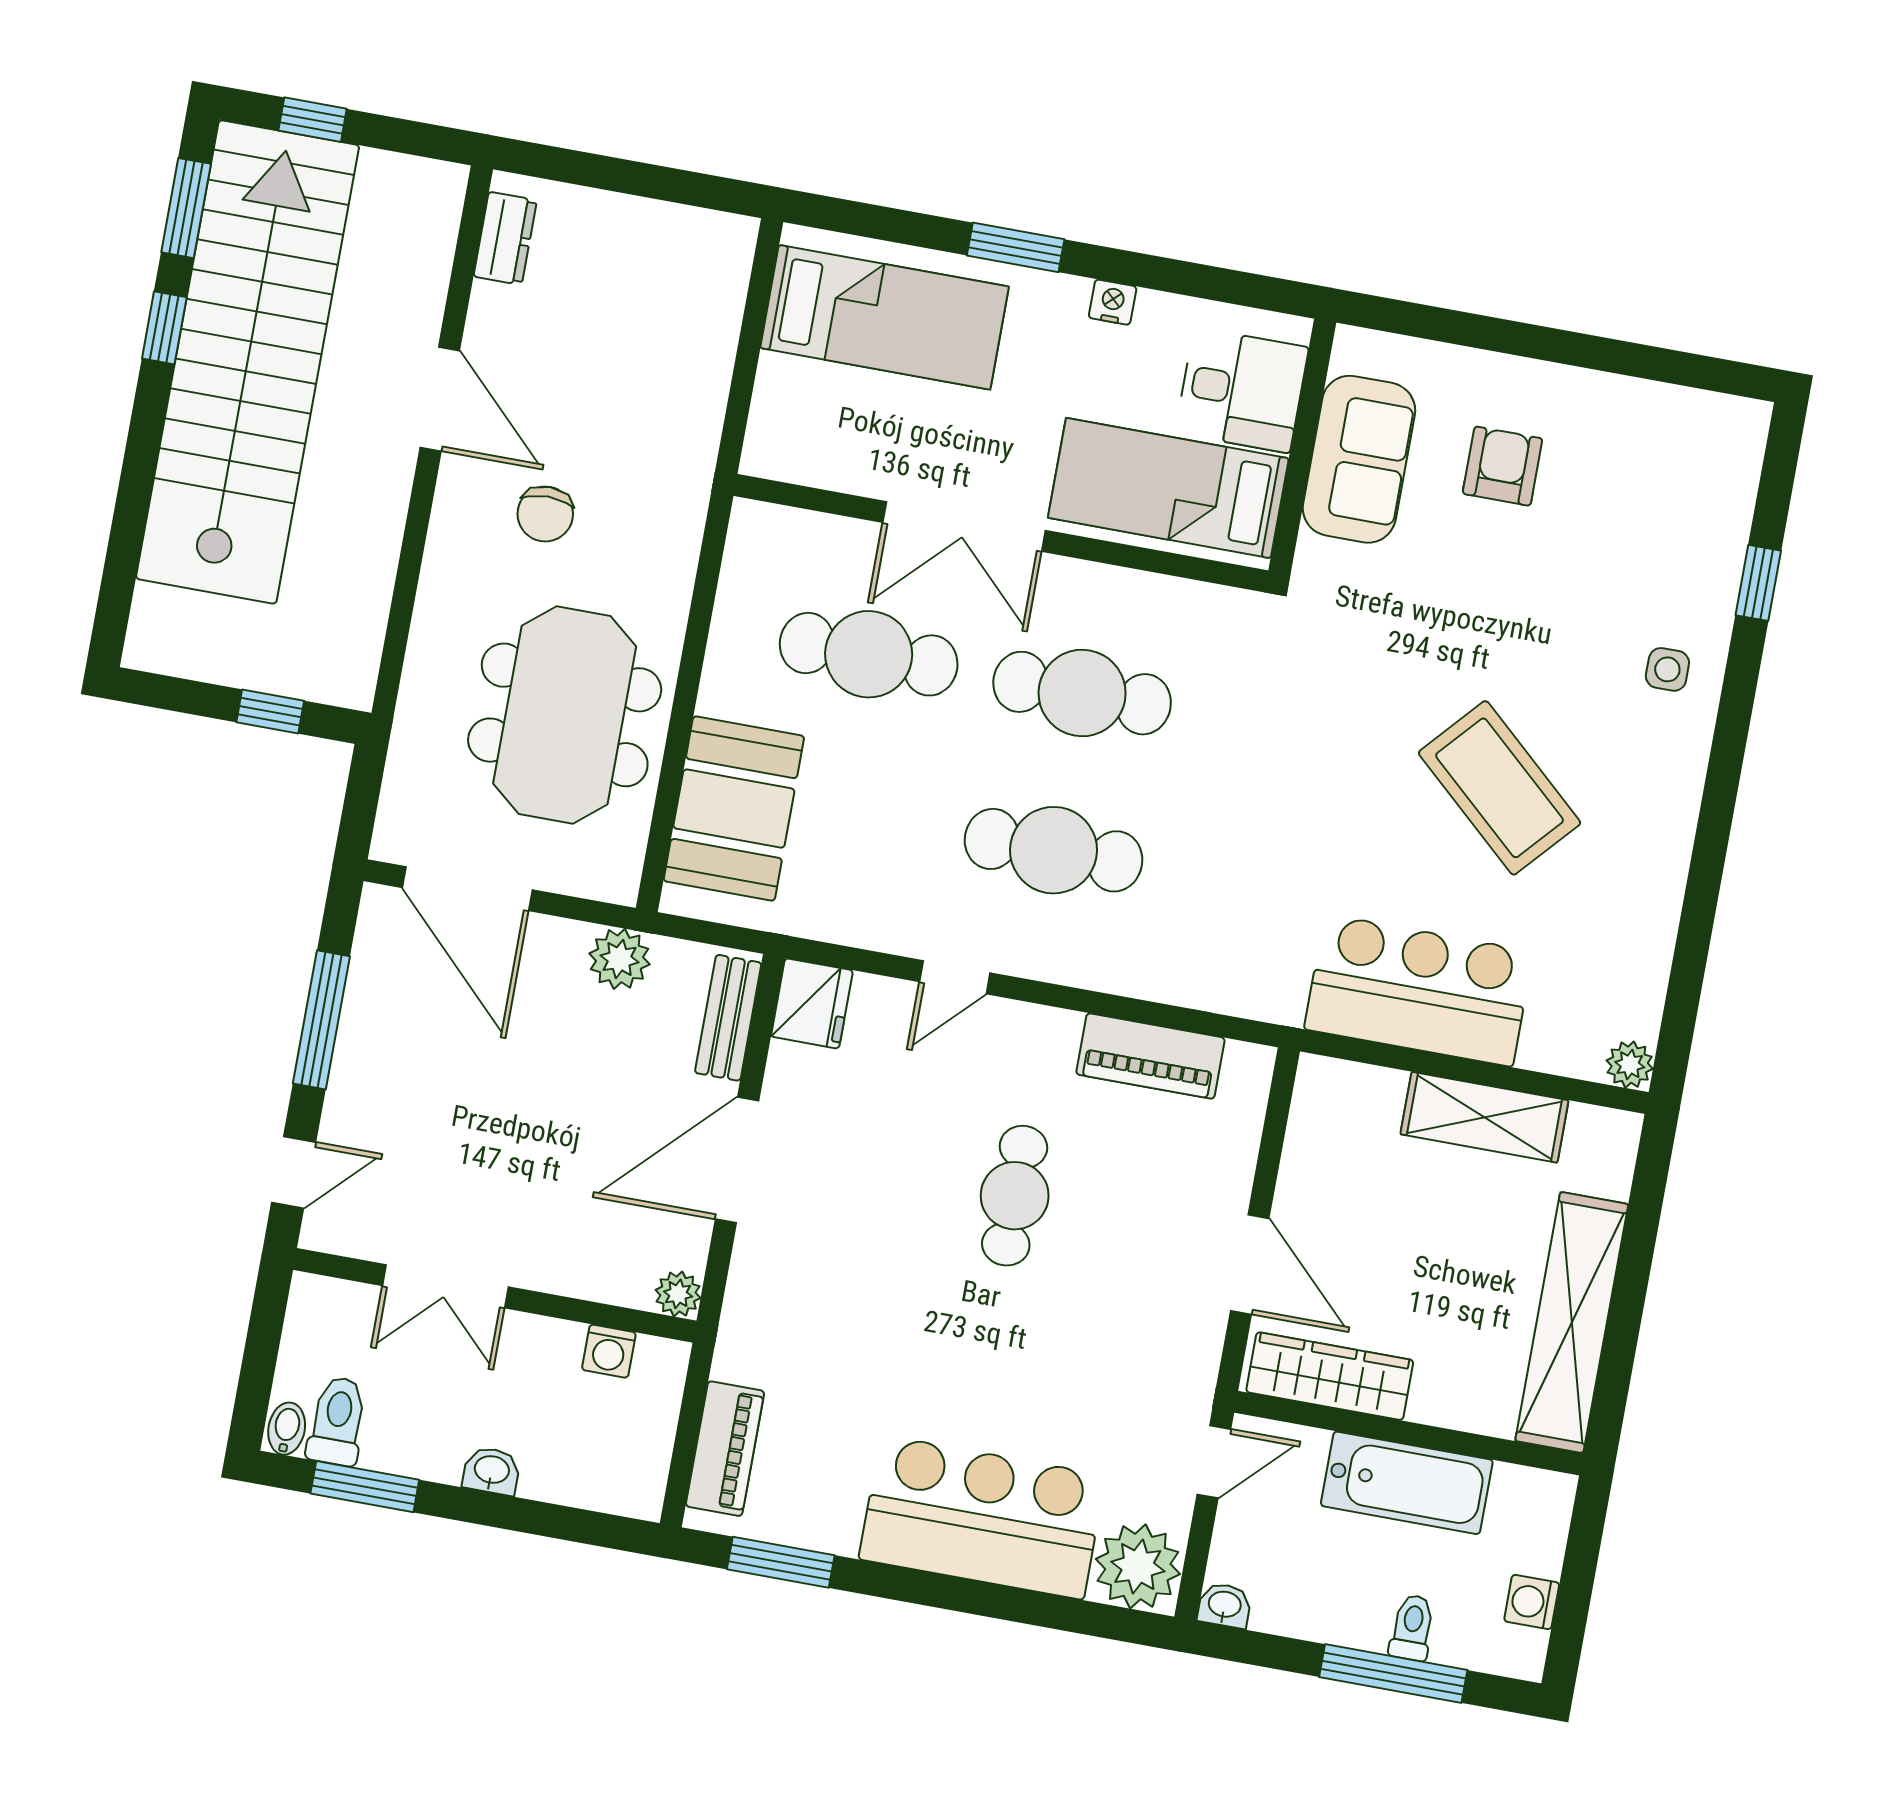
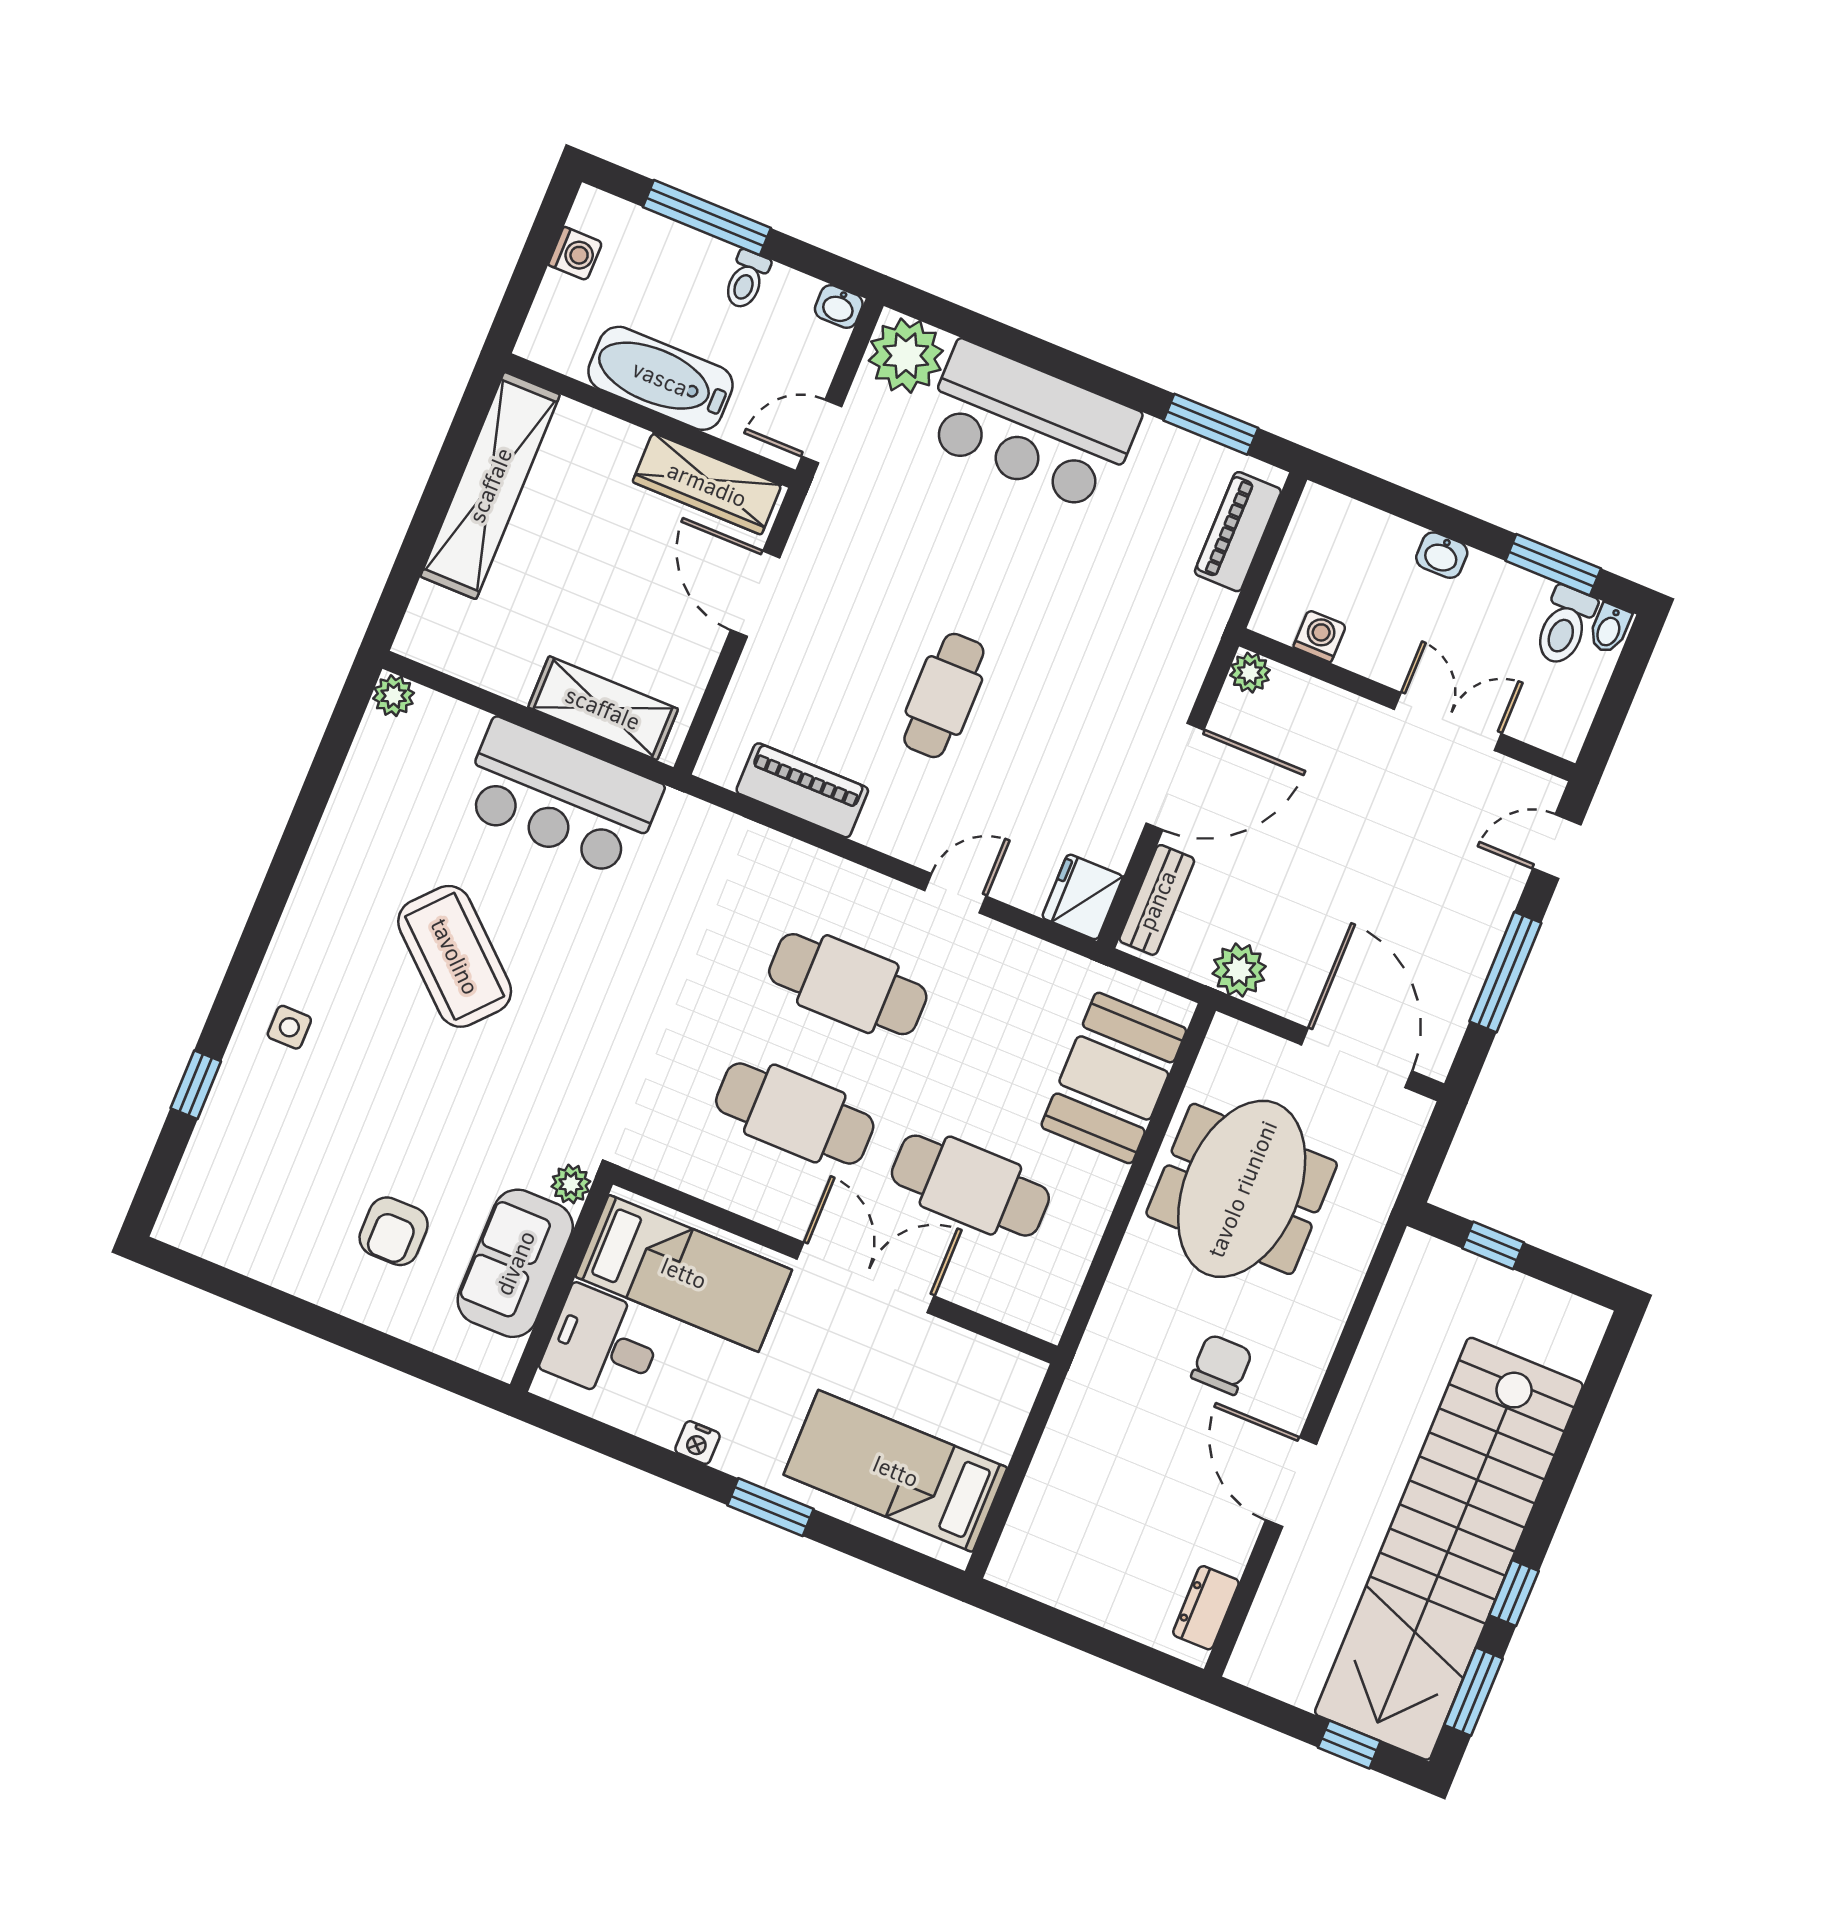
plant: (1315, 561) -> (571, 1184), added
shelving: (1484, 1117) -> (603, 708), moved
toilet: (1412, 1628) -> (746, 280), moved

